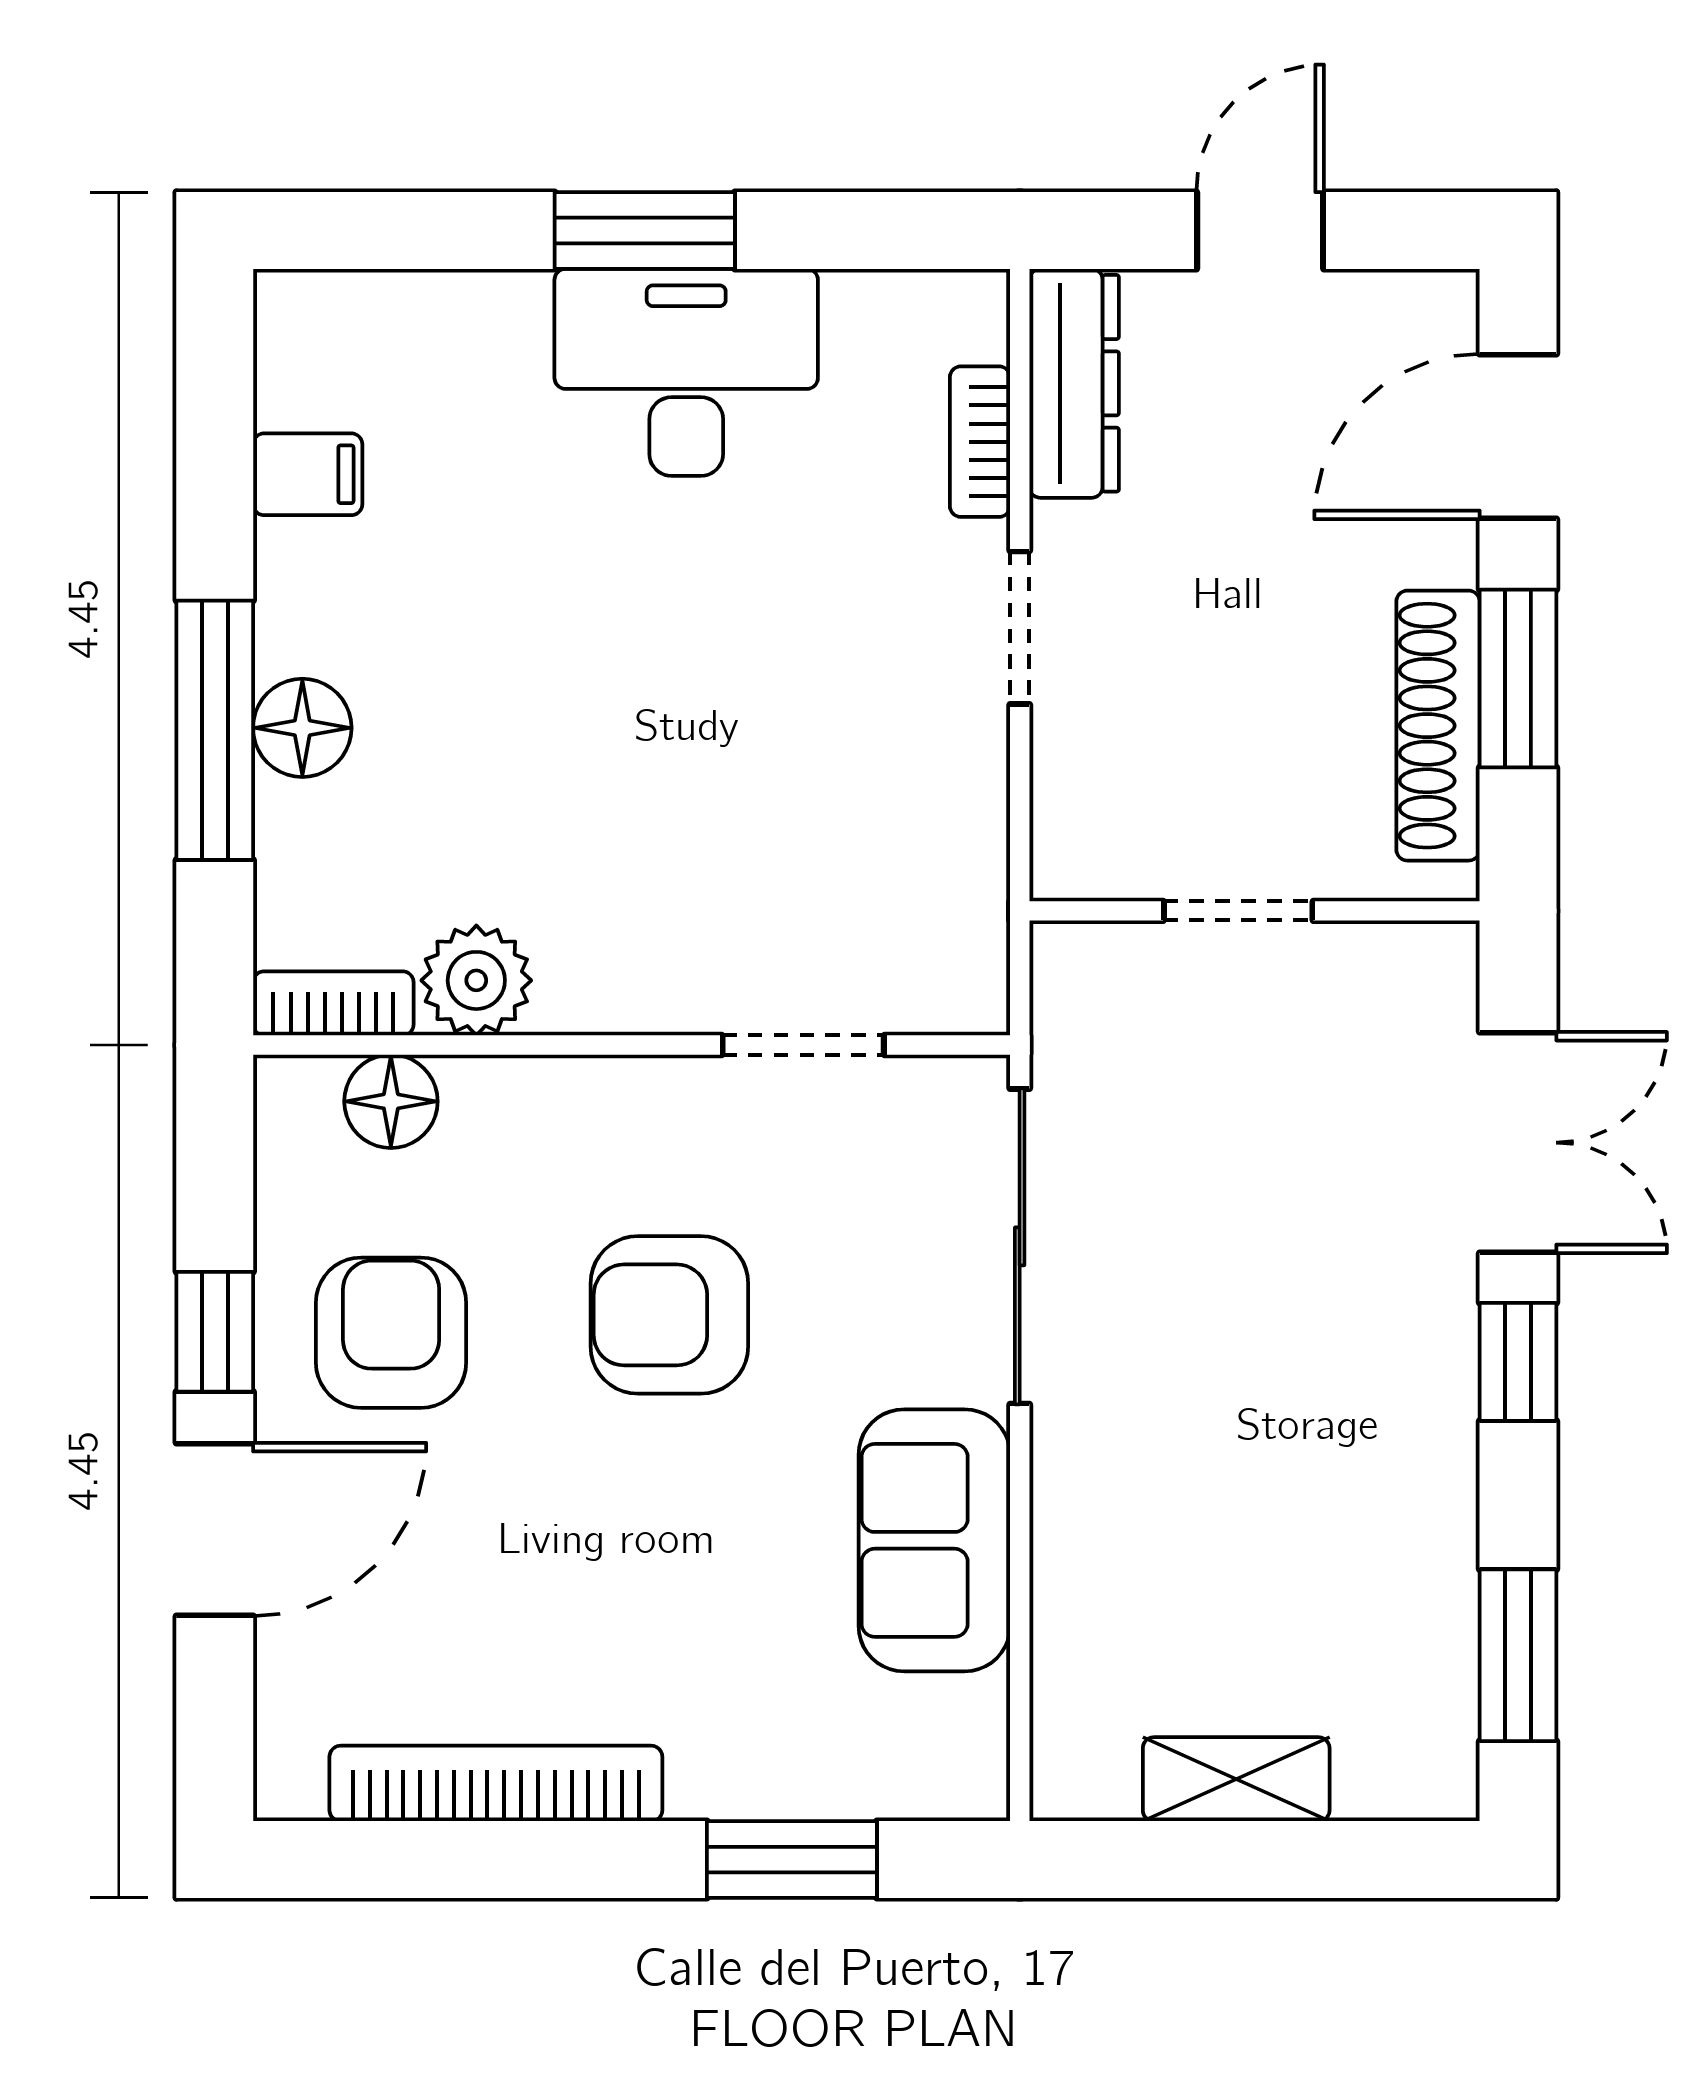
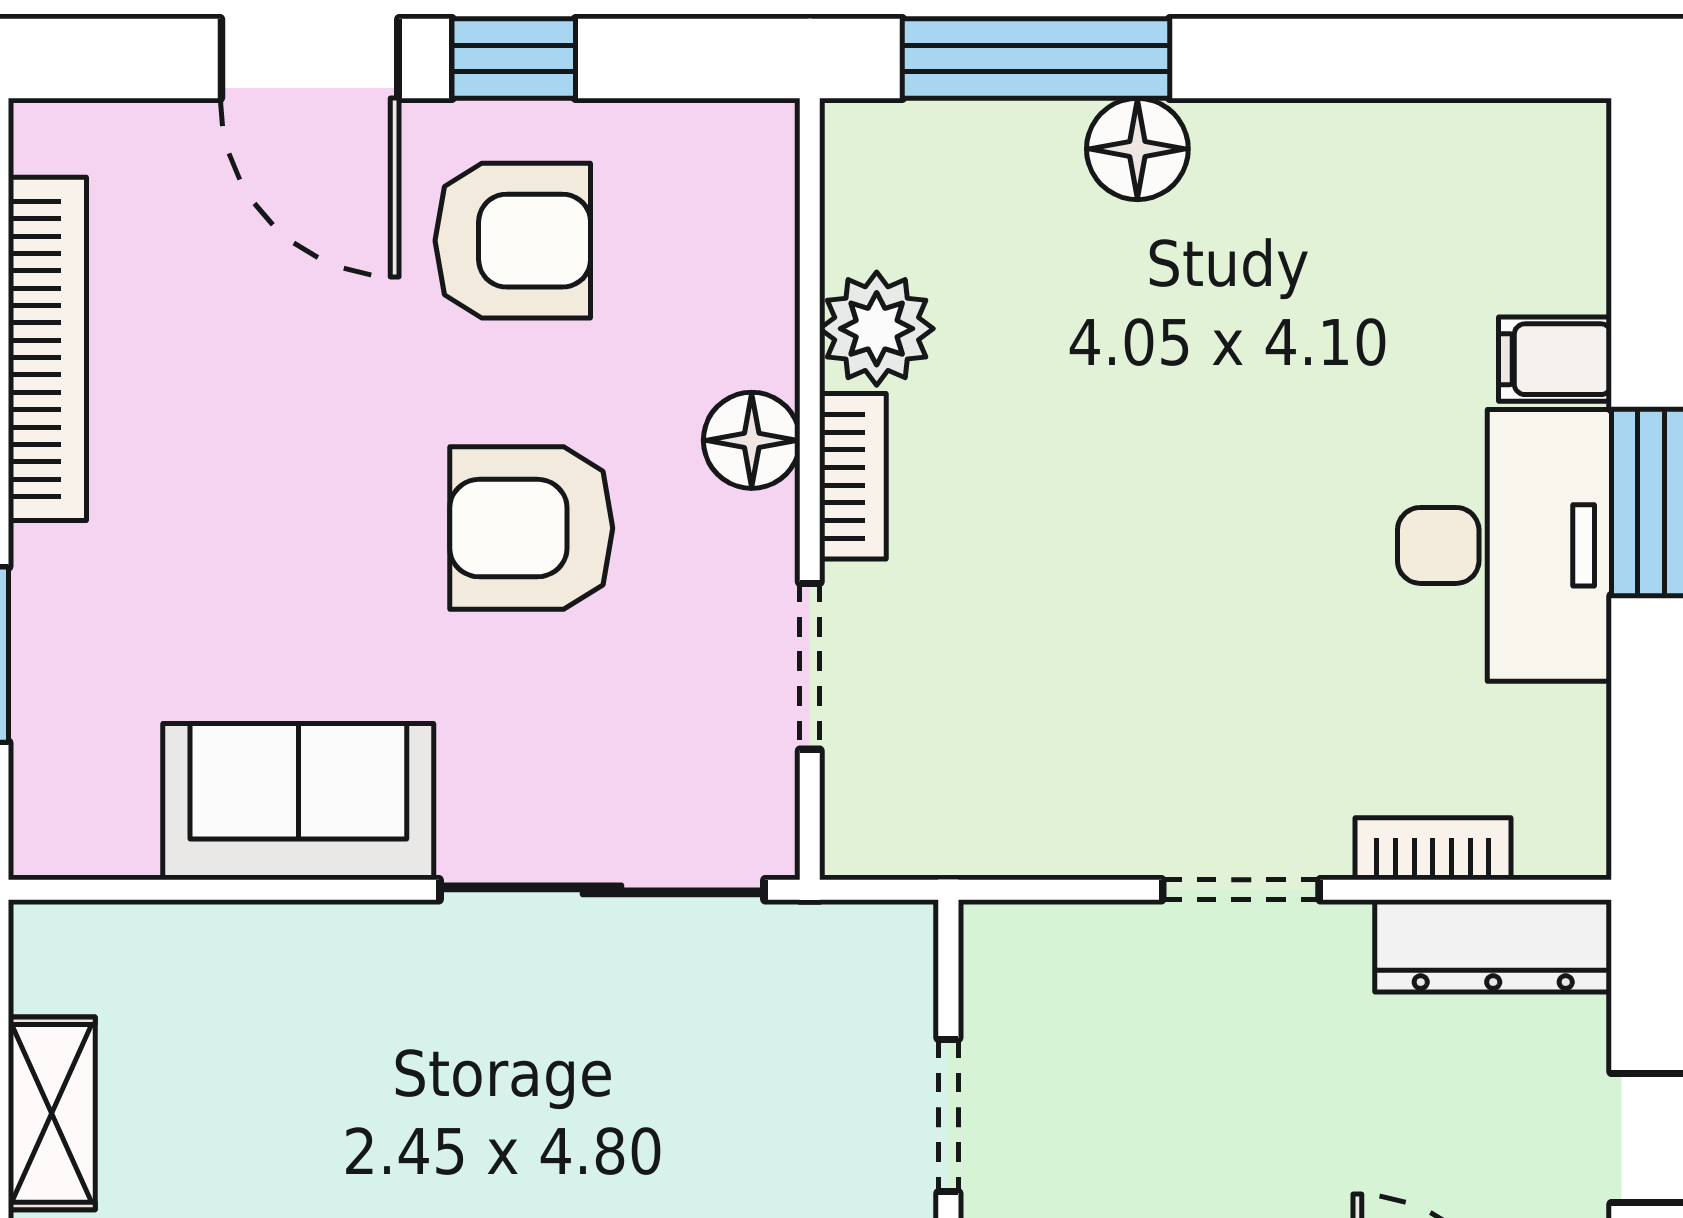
filing cabinet: (308, 474) -> (1555, 359), moved, turned 90
window: (215, 730) -> (1036, 59), moved
bookcase: (333, 1003) -> (853, 476), moved
floor lamp: (391, 1101) -> (752, 440), moved
armchair: (669, 1315) -> (531, 528), turned -90

